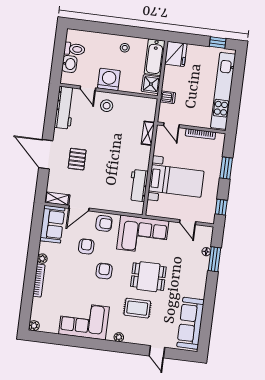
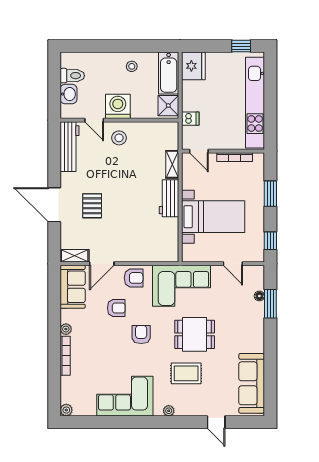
workbench: (138, 186) -> (169, 198), moved
armchair: (86, 246) -> (116, 308), turned 90

